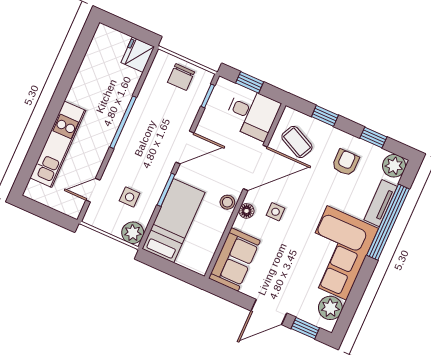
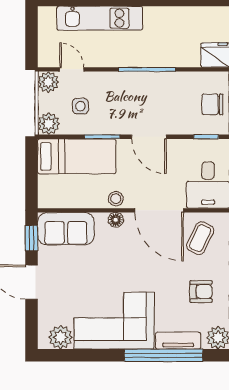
side table: (275, 212) -> (127, 247), removed
plant: (95, 216) -> (48, 82), added
window: (305, 328) -> (32, 238), moved

